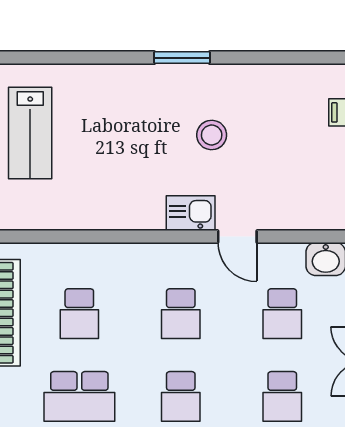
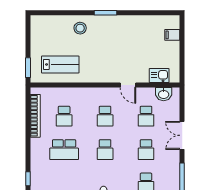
lab bench: (30, 133) -> (60, 64), moved, turned -90
stool: (212, 135) -> (80, 28), moved
kitchen sink: (191, 213) -> (159, 76), moved

